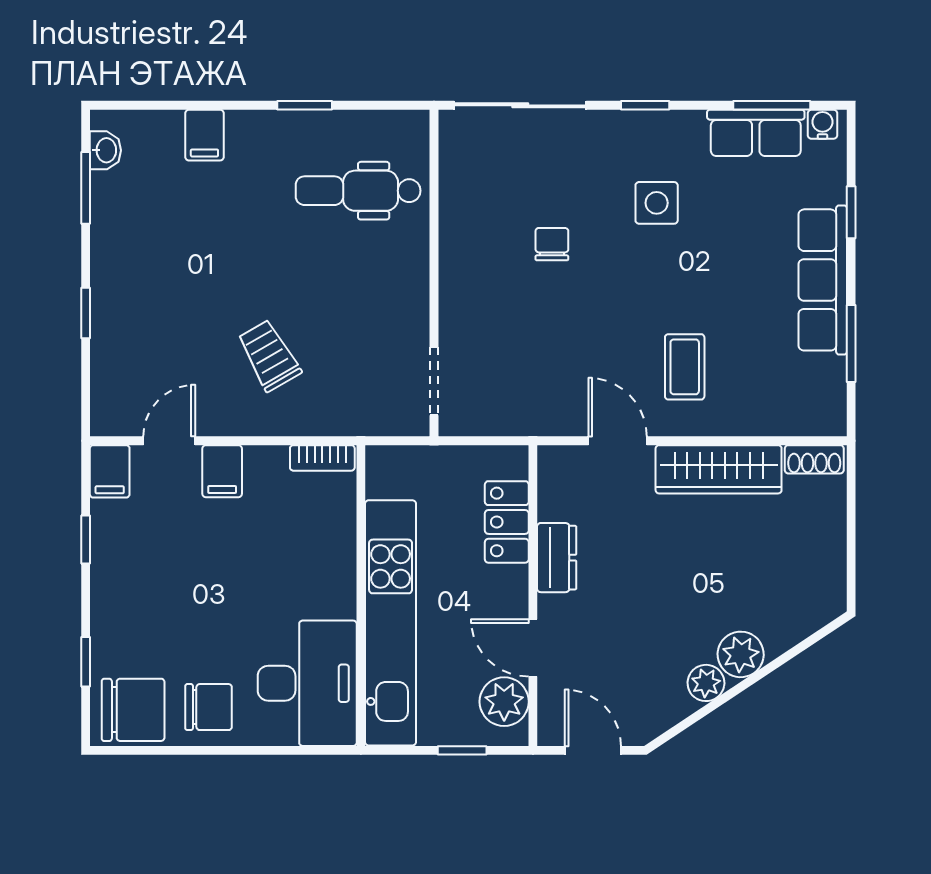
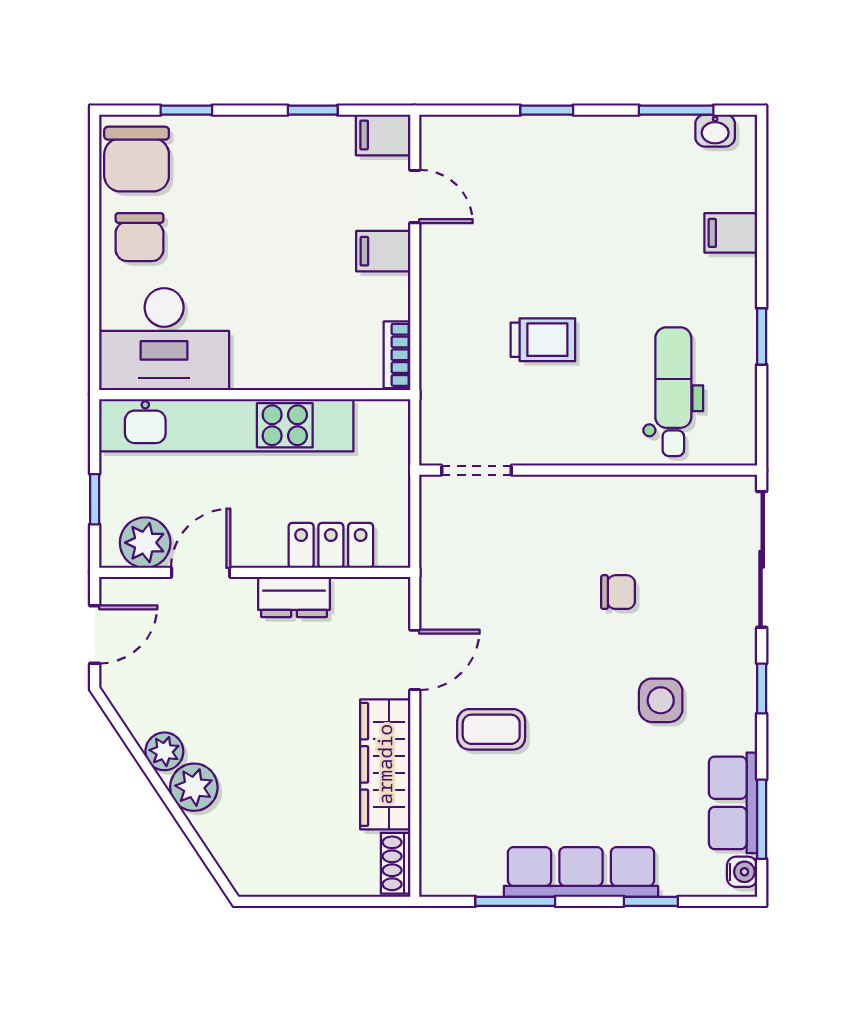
trolley: (269, 356) -> (543, 340), moved, turned 30

